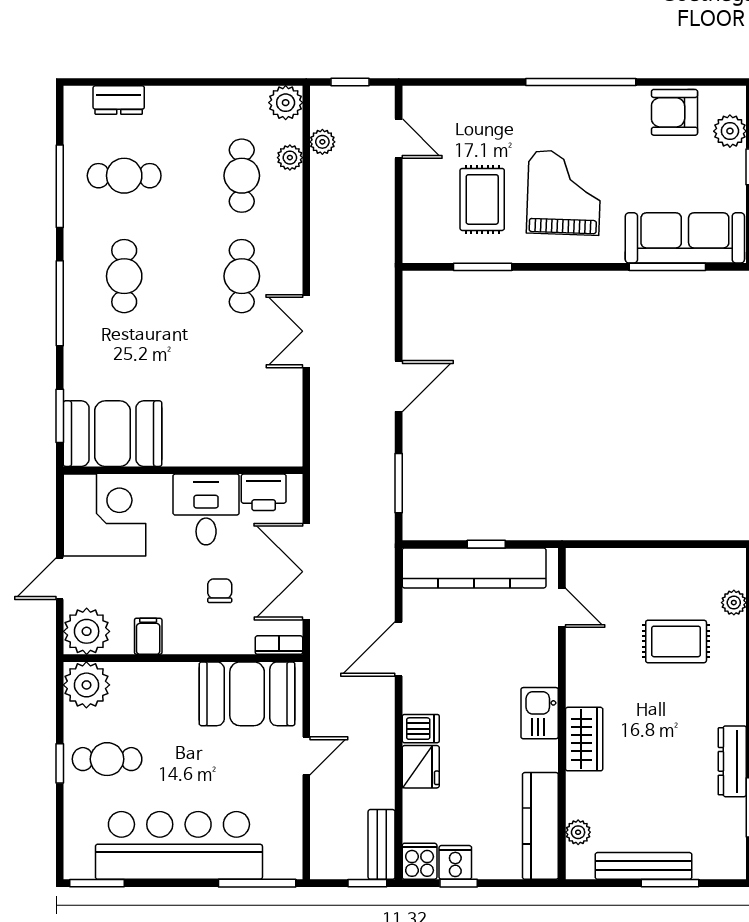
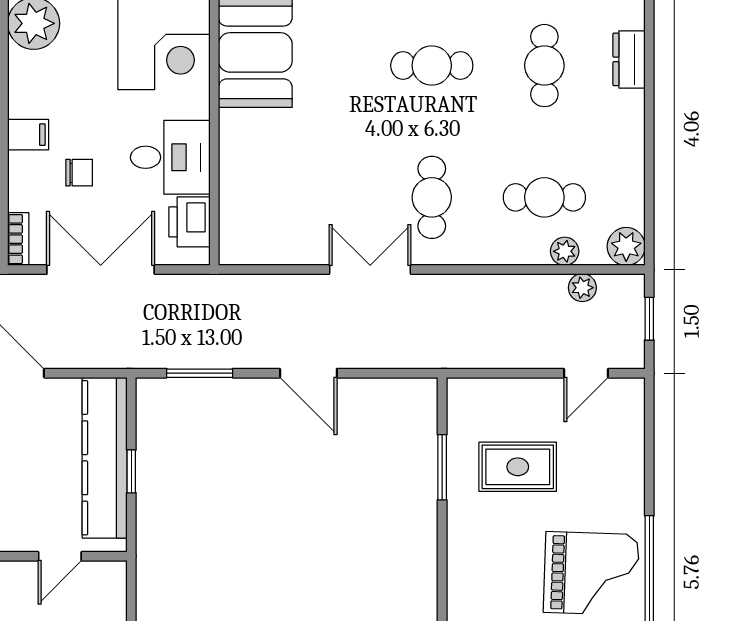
grand piano: (564, 193) -> (591, 573), moved
cafe table: (242, 276) -> (432, 197), turned 90
filing cabinet: (148, 636) -> (28, 135), moved

